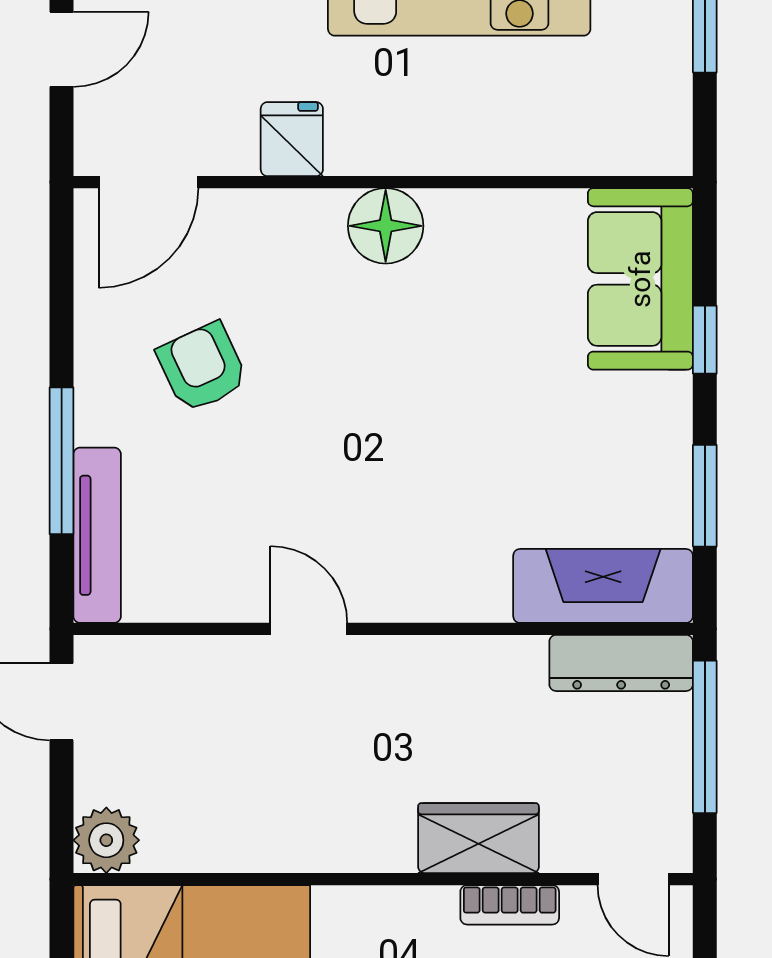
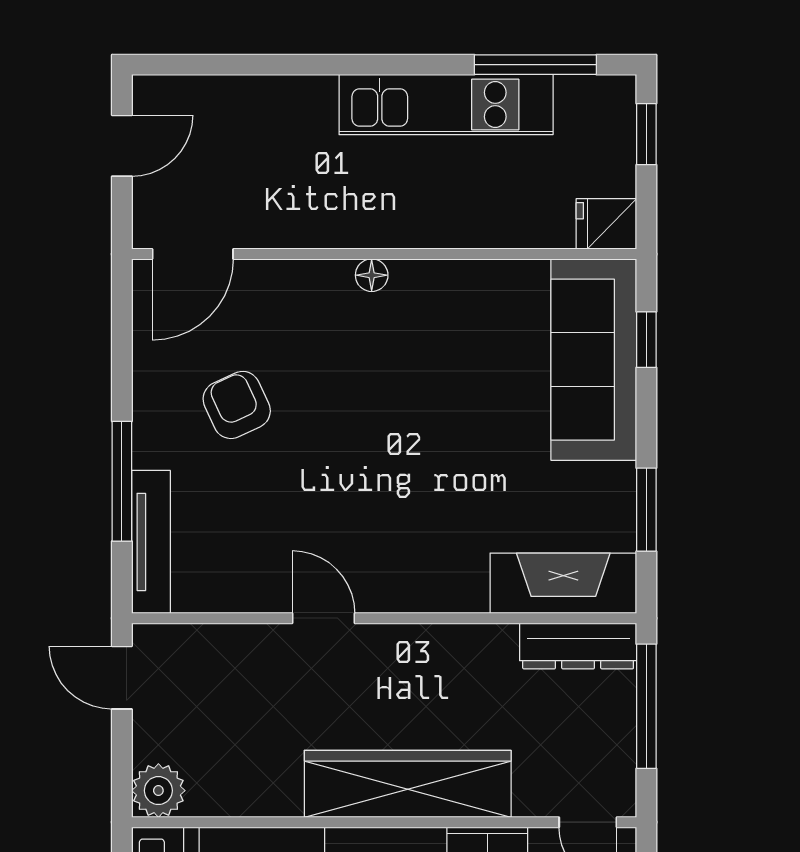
fridge: (292, 139) -> (606, 224), moved, turned -90
floor lamp: (386, 226) -> (372, 275), width x0.53, depth x0.53
sofa: (640, 279) -> (594, 360), width x1.36
window: (705, 340) -> (646, 340), moved
wardrobe: (478, 838) -> (408, 784), width x2.10, depth x1.17

